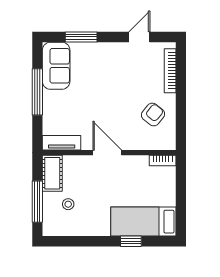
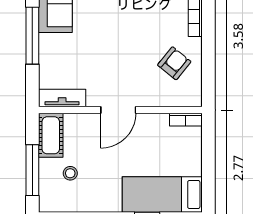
door: (107, 153) -> (118, 110), swing flipped

